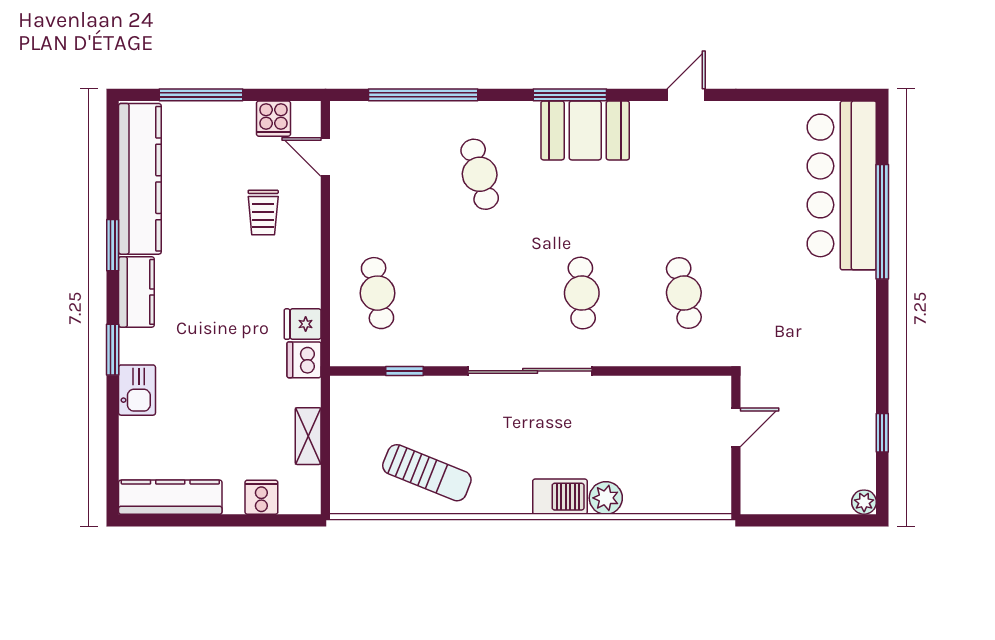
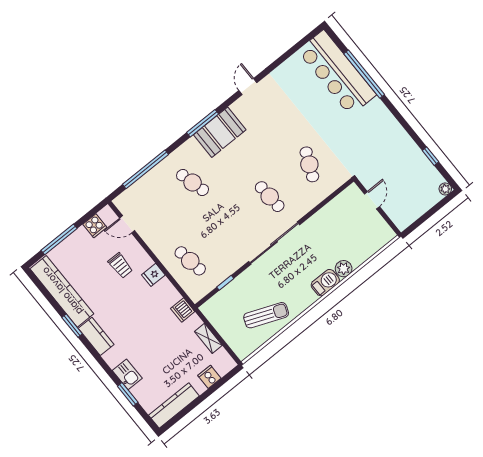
cafe table: (684, 293) -> (309, 164), turned 36
fridge: (303, 324) -> (153, 275), moved
window: (113, 350) -> (128, 394), moved

